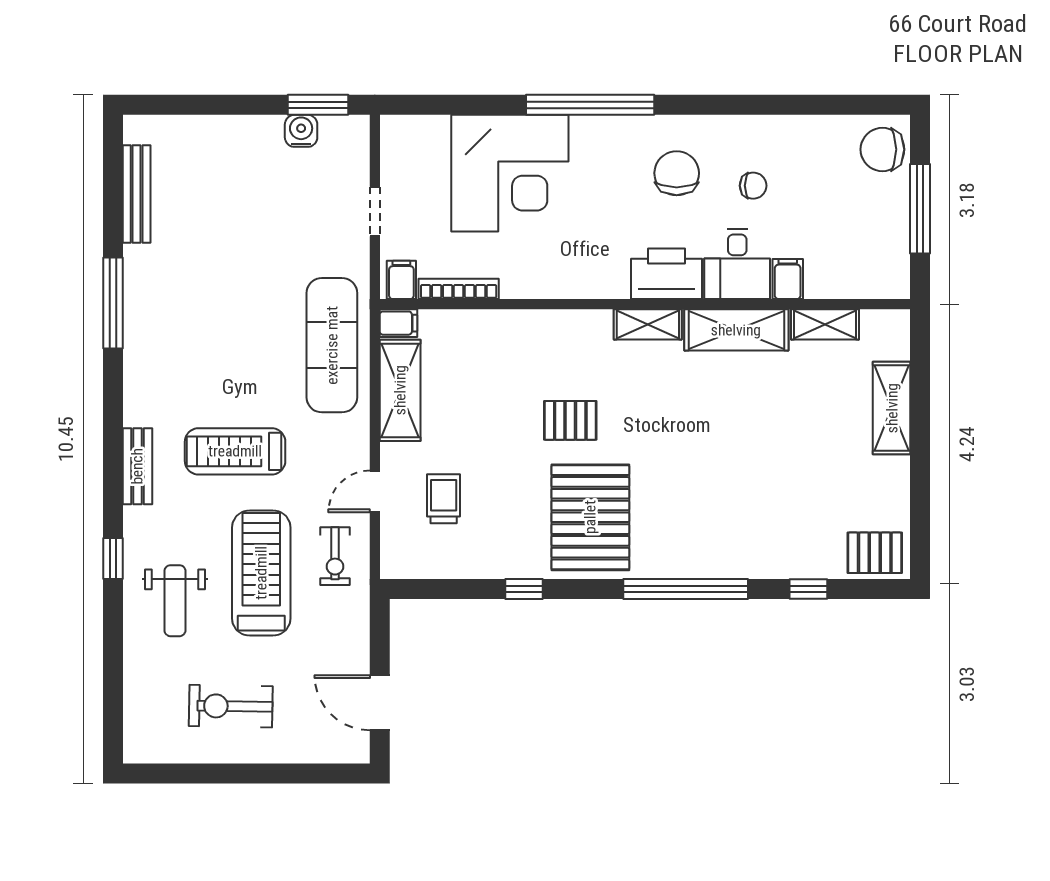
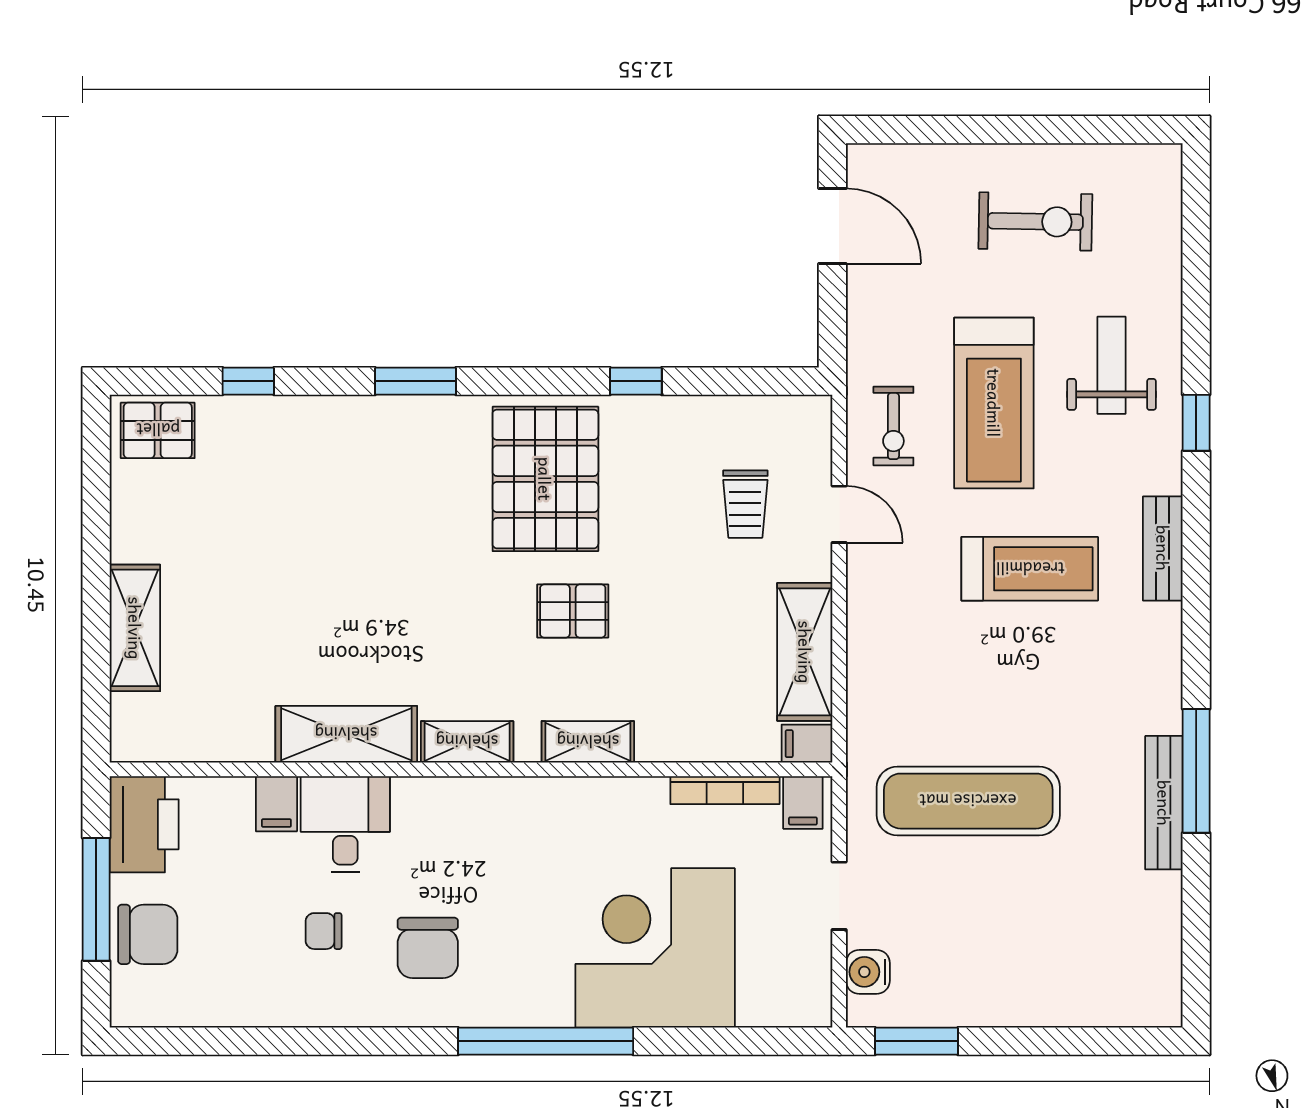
water cooler: (301, 131) -> (868, 972), moved, turned 90
chair: (882, 149) -> (148, 934), moved
bench: (137, 194) -> (1164, 803), moved
printer: (667, 274) -> (144, 824), moved, turned -90
shelving: (825, 324) -> (588, 742), moved
exercise mat: (332, 345) -> (968, 801), moved, turned 90
door: (375, 491) -> (839, 514), hinge flipped
exercise bike: (335, 556) -> (893, 426), turned 180
window: (686, 589) -> (416, 381), width x0.47

